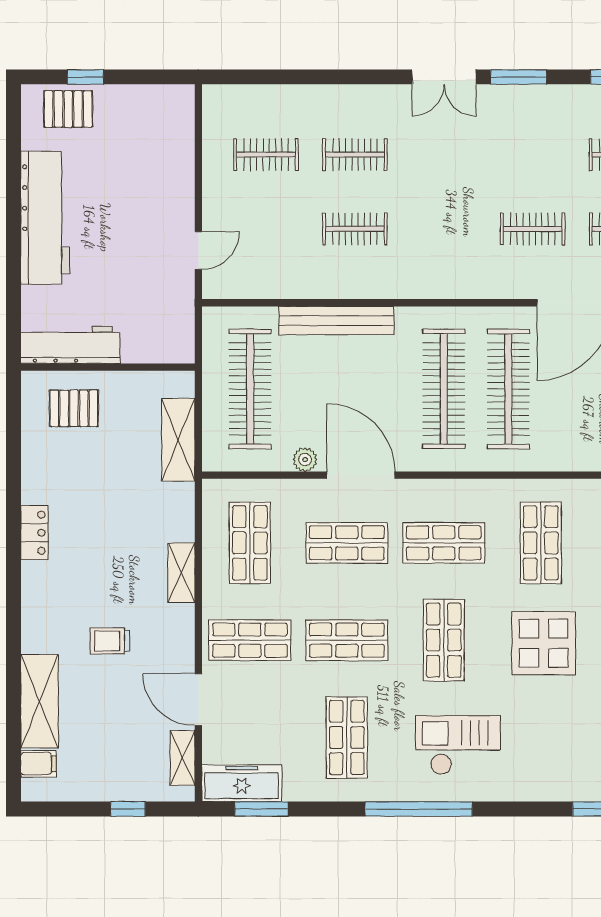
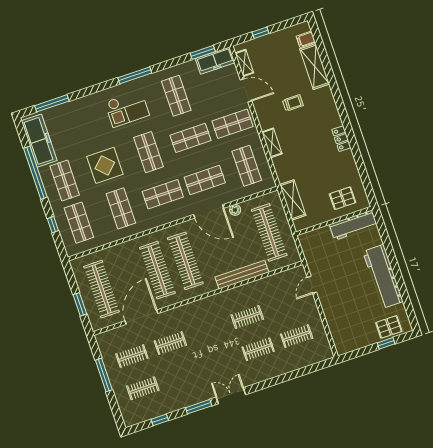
window: (419, 809) -> (135, 75), width x0.68

